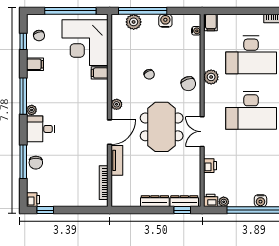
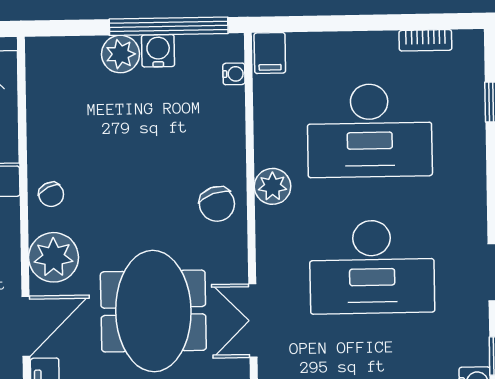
window: (143, 11) -> (169, 26), moved
plant: (134, 22) -> (120, 54), moved
chair: (149, 74) -> (51, 194), moved
plant: (117, 104) -> (54, 257), width x1.88, depth x1.88

